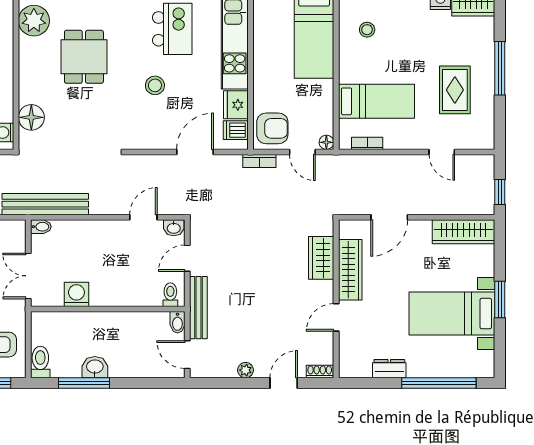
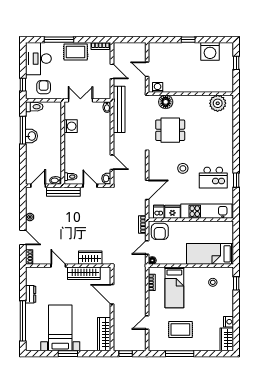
dining table: (84, 57) -> (170, 130), moved
window: (500, 68) -> (180, 354), moved
door: (195, 152) -> (147, 190), hinge flipped

